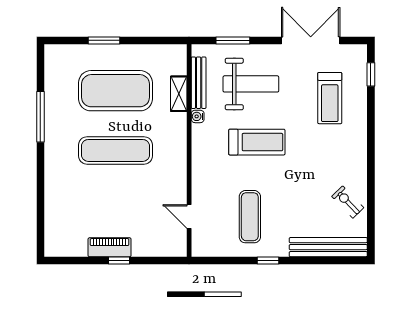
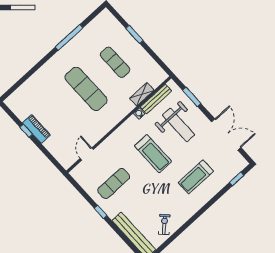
exercise mat: (116, 91) -> (115, 62), width x0.50, depth x0.69
treadmill: (330, 98) -> (196, 177), moved
window: (119, 260) -> (26, 131), moved

